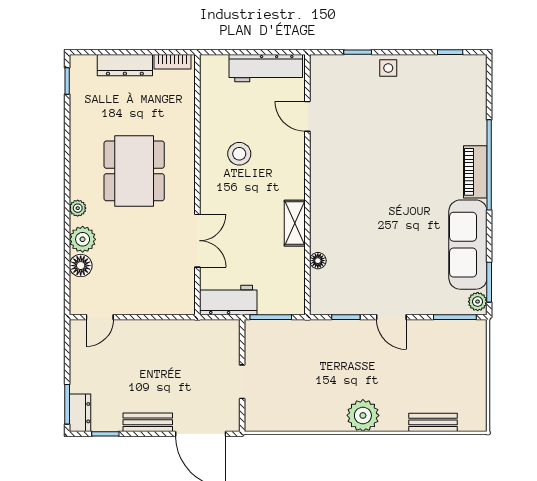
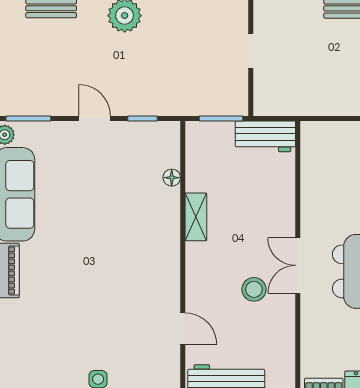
double door: (197, 241) -> (298, 265), moved

